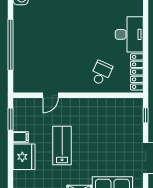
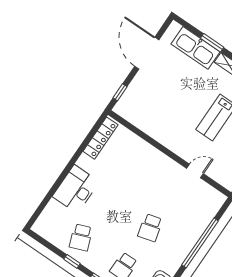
desk: (129, 34) -> (76, 189), moved
school desk: (101, 73) -> (150, 228), moved, turned -39

